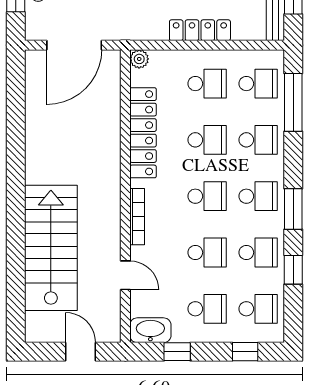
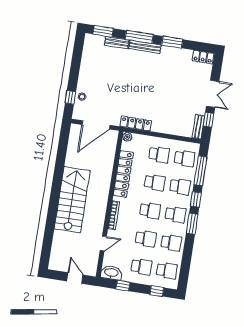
locker: (200, 30) -> (136, 124), moved
stairs: (51, 248) -> (72, 200), moved
window: (293, 270) -> (196, 199), moved
door: (125, 275) -> (103, 243), hinge flipped

